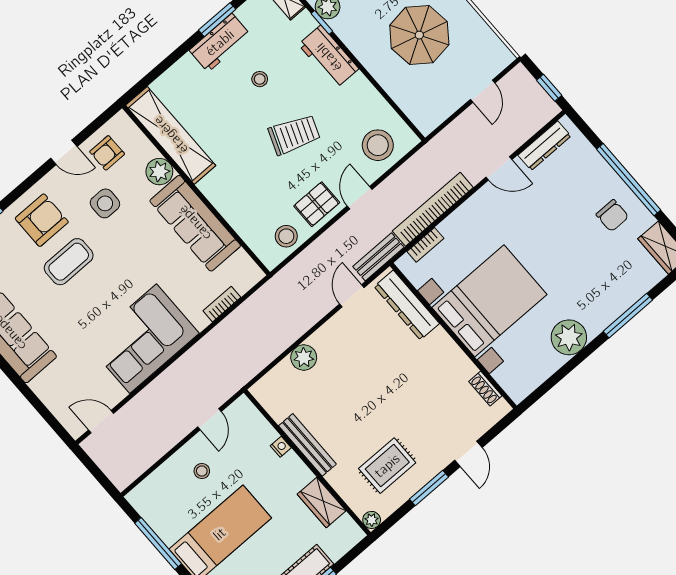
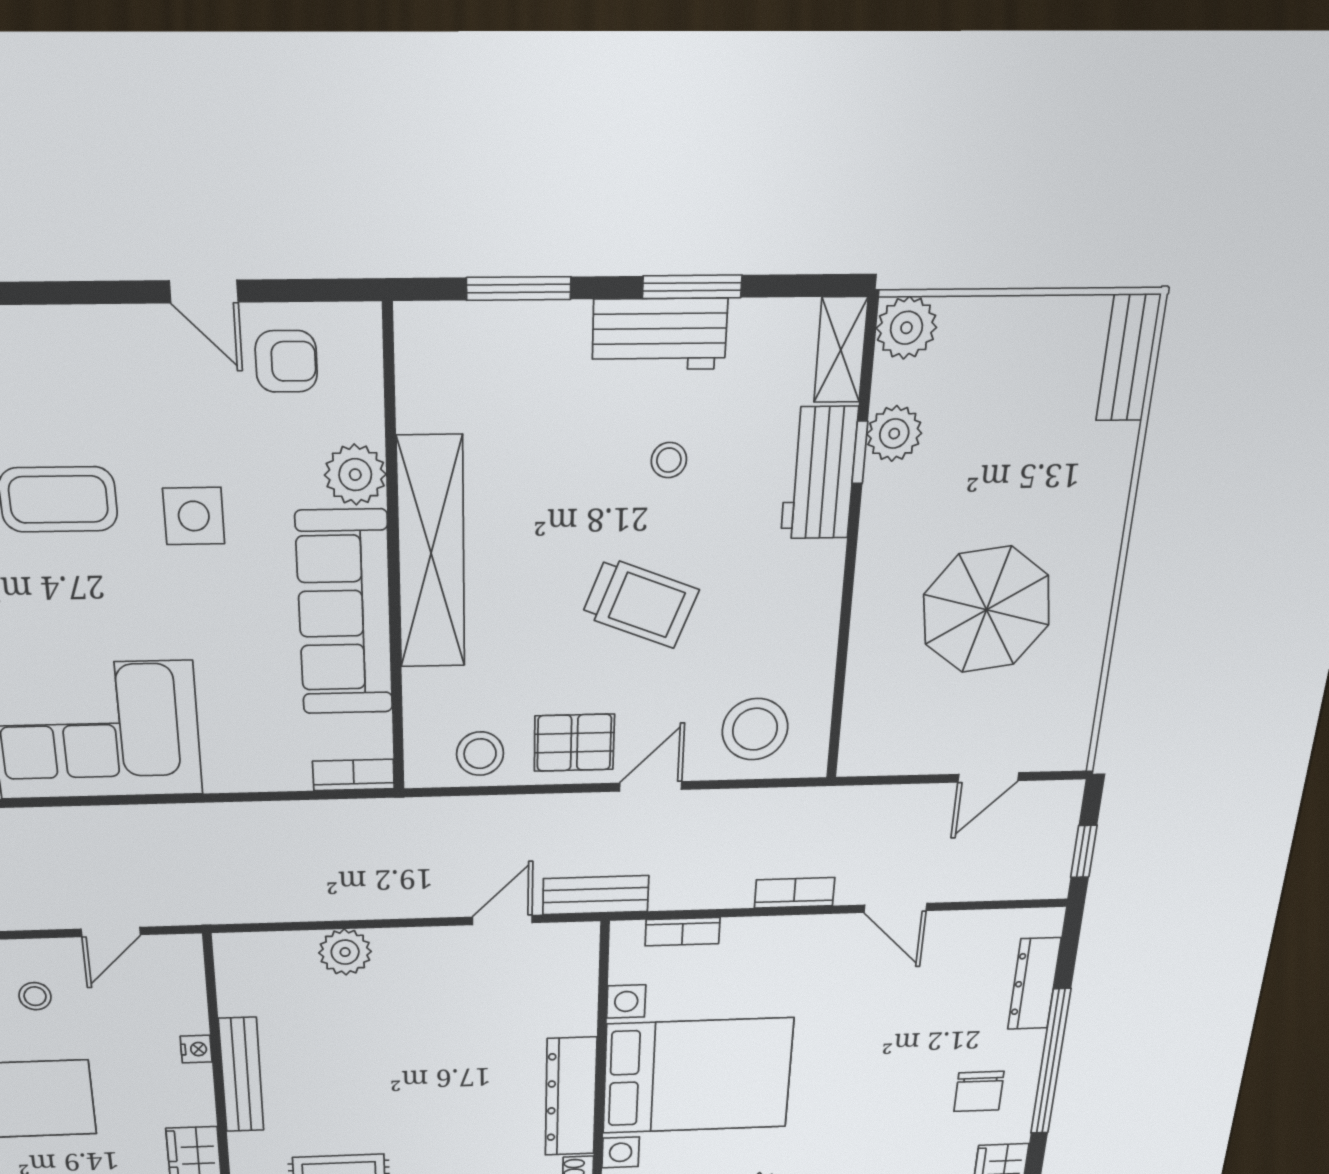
workbench: (329, 57) -> (819, 473), moved
window: (162, 67) -> (519, 288), added
shelving: (171, 135) -> (431, 553), moved
dresser: (544, 146) -> (1034, 984), moved, turned 90
armchair: (107, 153) -> (286, 361), turned 180
side table: (105, 203) -> (194, 516), moved
bookcase: (433, 209) -> (795, 893), width x0.43, depth x0.76
armchair: (42, 220) -> (63, 384), removed
bookcase: (222, 304) -> (354, 775), moved
dresser: (407, 305) -> (571, 1097), moved

